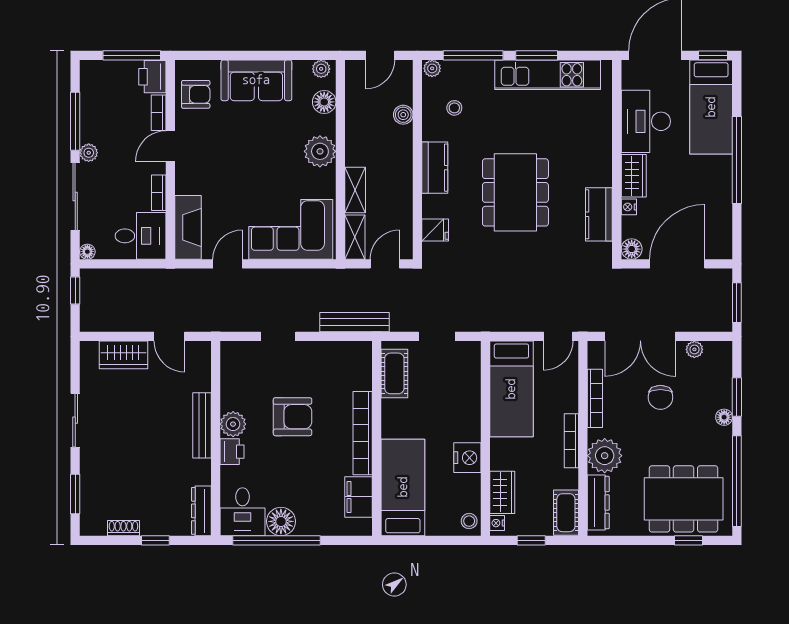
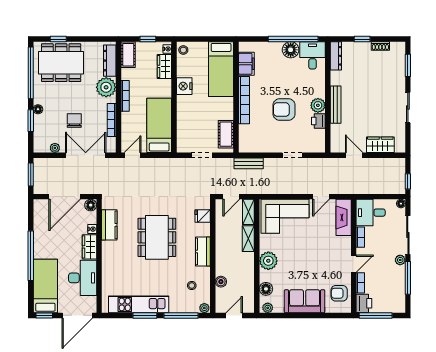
bench: (354, 322) -> (249, 163), width x0.73
printer: (232, 452) -> (318, 121), moved

